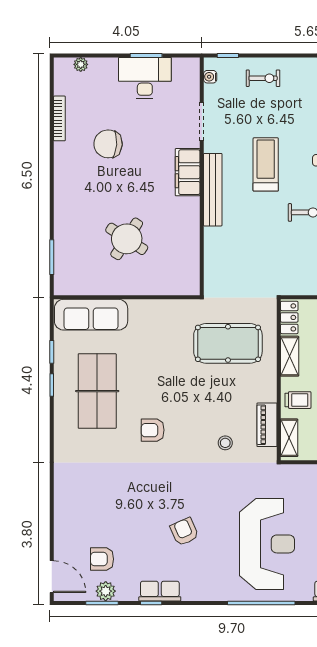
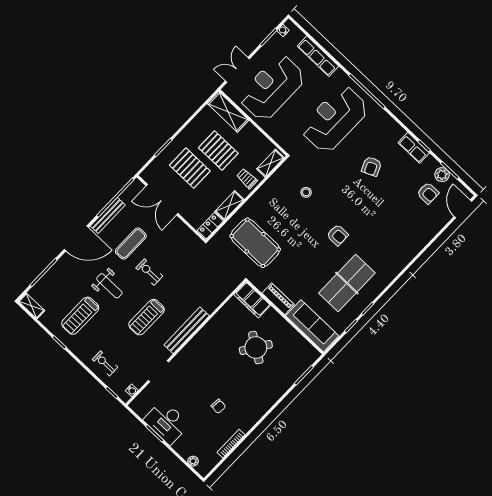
chair: (108, 144) -> (218, 406), width x0.54, depth x0.54
filing cabinet: (188, 172) -> (252, 300), moved, turned 90
piano: (267, 425) -> (278, 299), moved, turned -90

